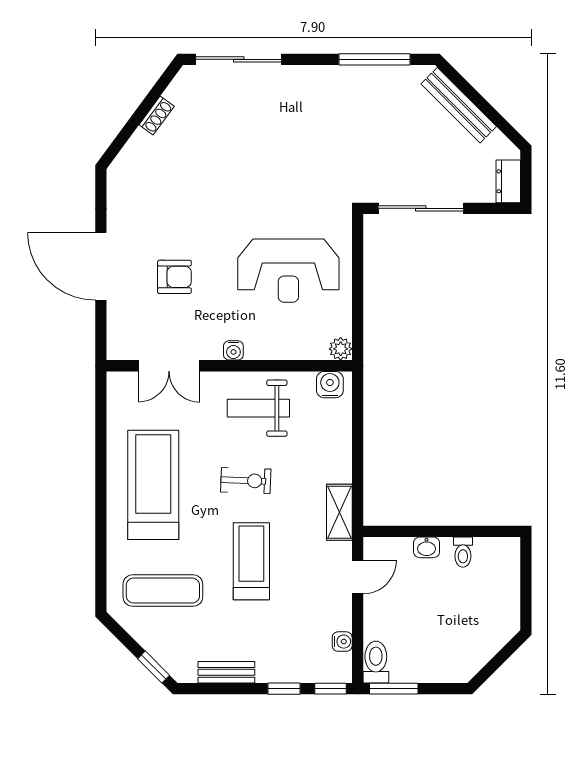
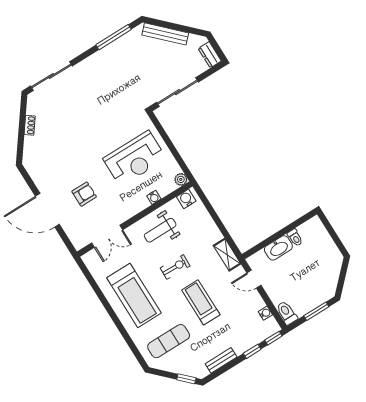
water cooler: (233, 350) -> (154, 197), moved
treadmill: (153, 485) -> (134, 295), turned 180
washbasin: (427, 547) -> (278, 248), width x1.91, depth x1.45
door: (358, 577) -> (254, 279), swing flipped
window: (394, 689) -> (316, 311), moved

